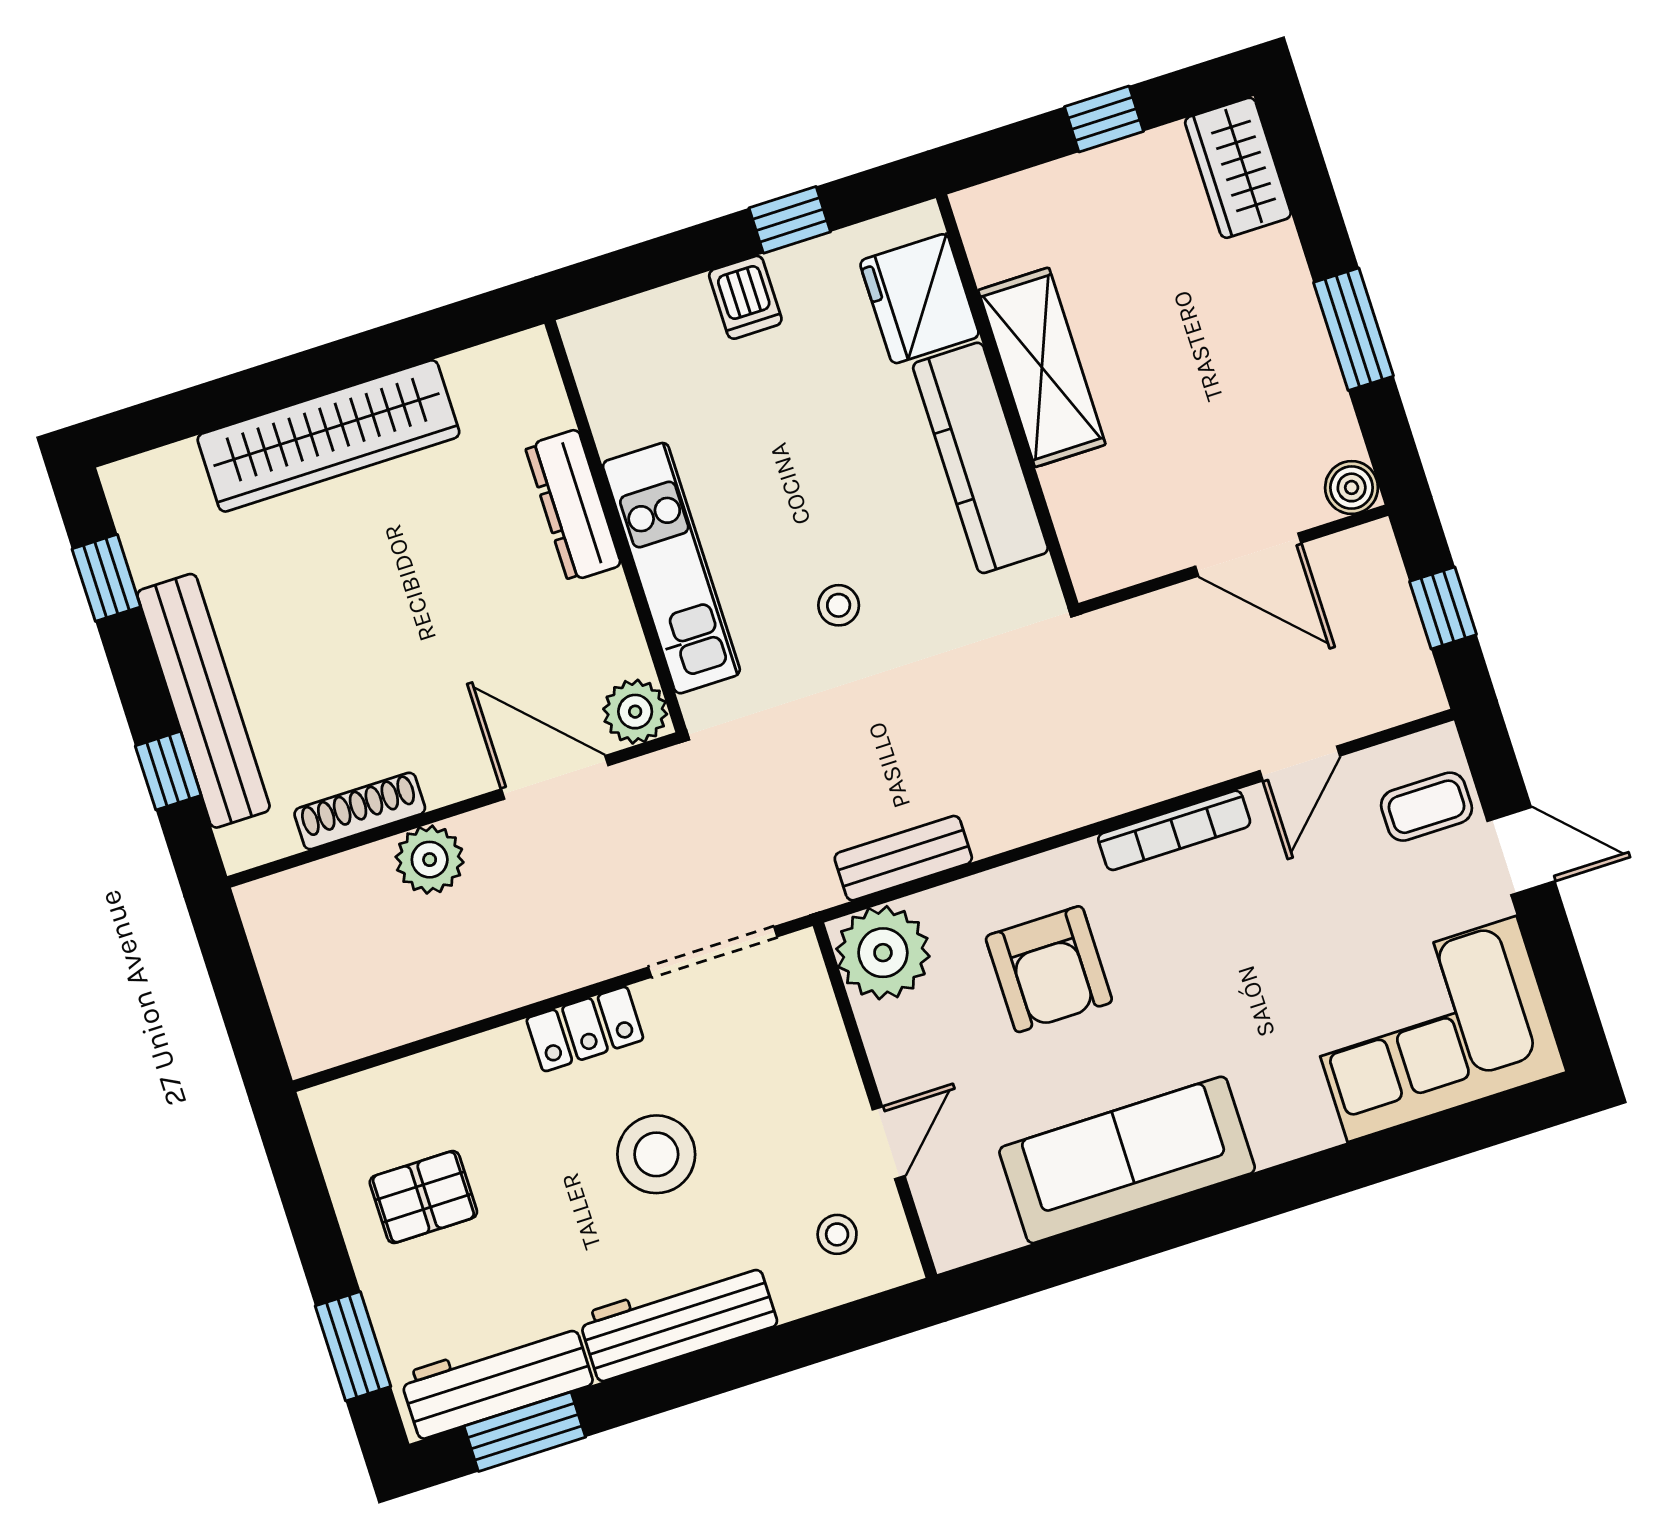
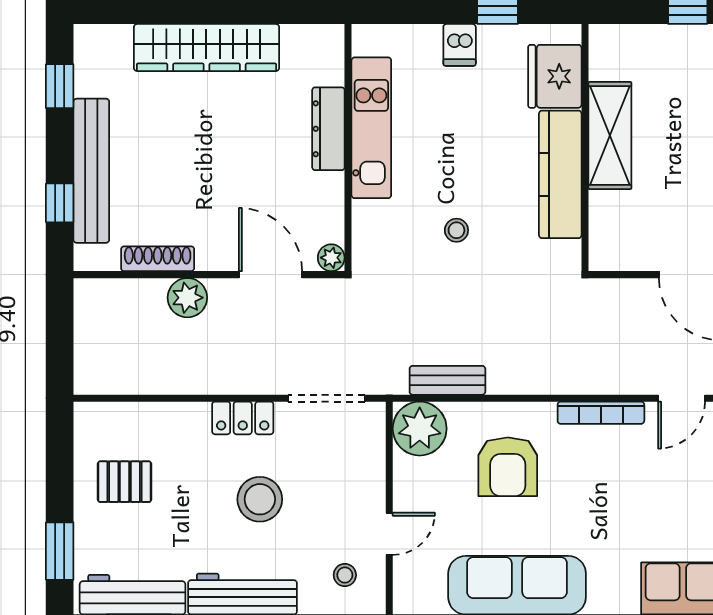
kitchen unit: (671, 568) -> (371, 128), moved
plant: (635, 712) -> (331, 258), width x0.73, depth x0.73

